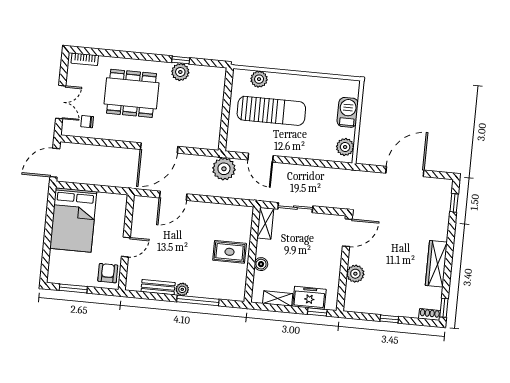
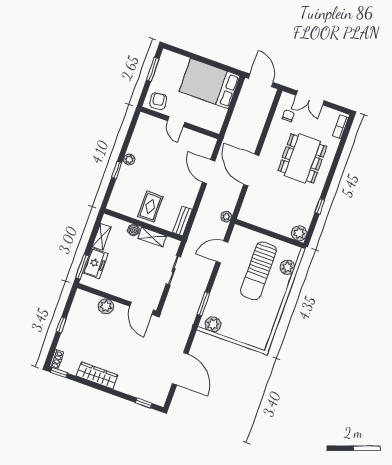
plant: (180, 72) -> (299, 233), moved
barbecue: (348, 112) -> (241, 334), removed
window: (324, 164) -> (203, 304), added
plant: (224, 169) -> (226, 217), width x0.53, depth x0.53
shelving: (265, 223) -> (152, 237), moved
armchair: (108, 273) -> (158, 101), turned -98
bench: (158, 287) -> (182, 221), moved
window: (198, 300) -> (117, 170), width x0.46
window: (317, 312) -> (82, 267), width x1.50

